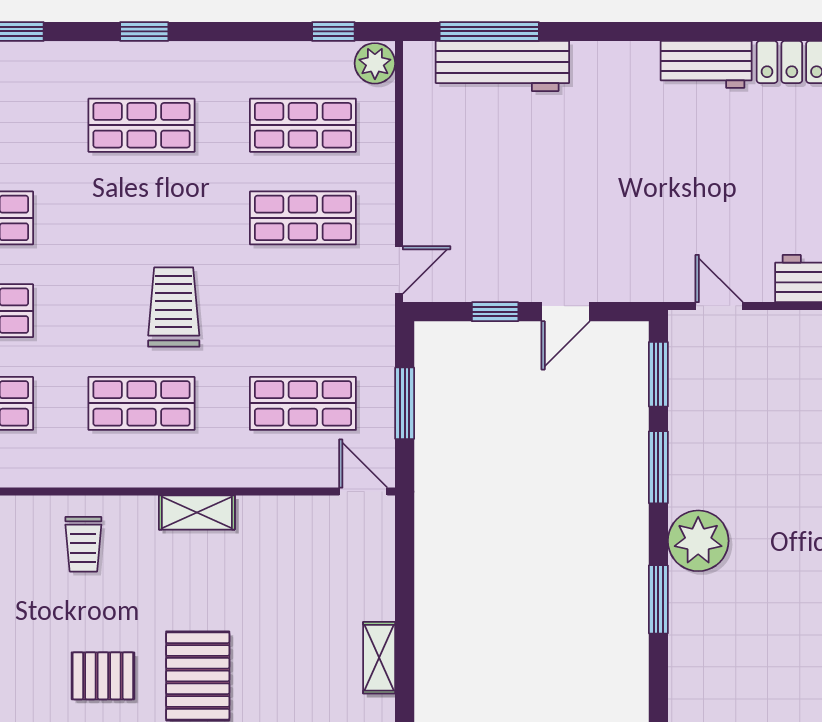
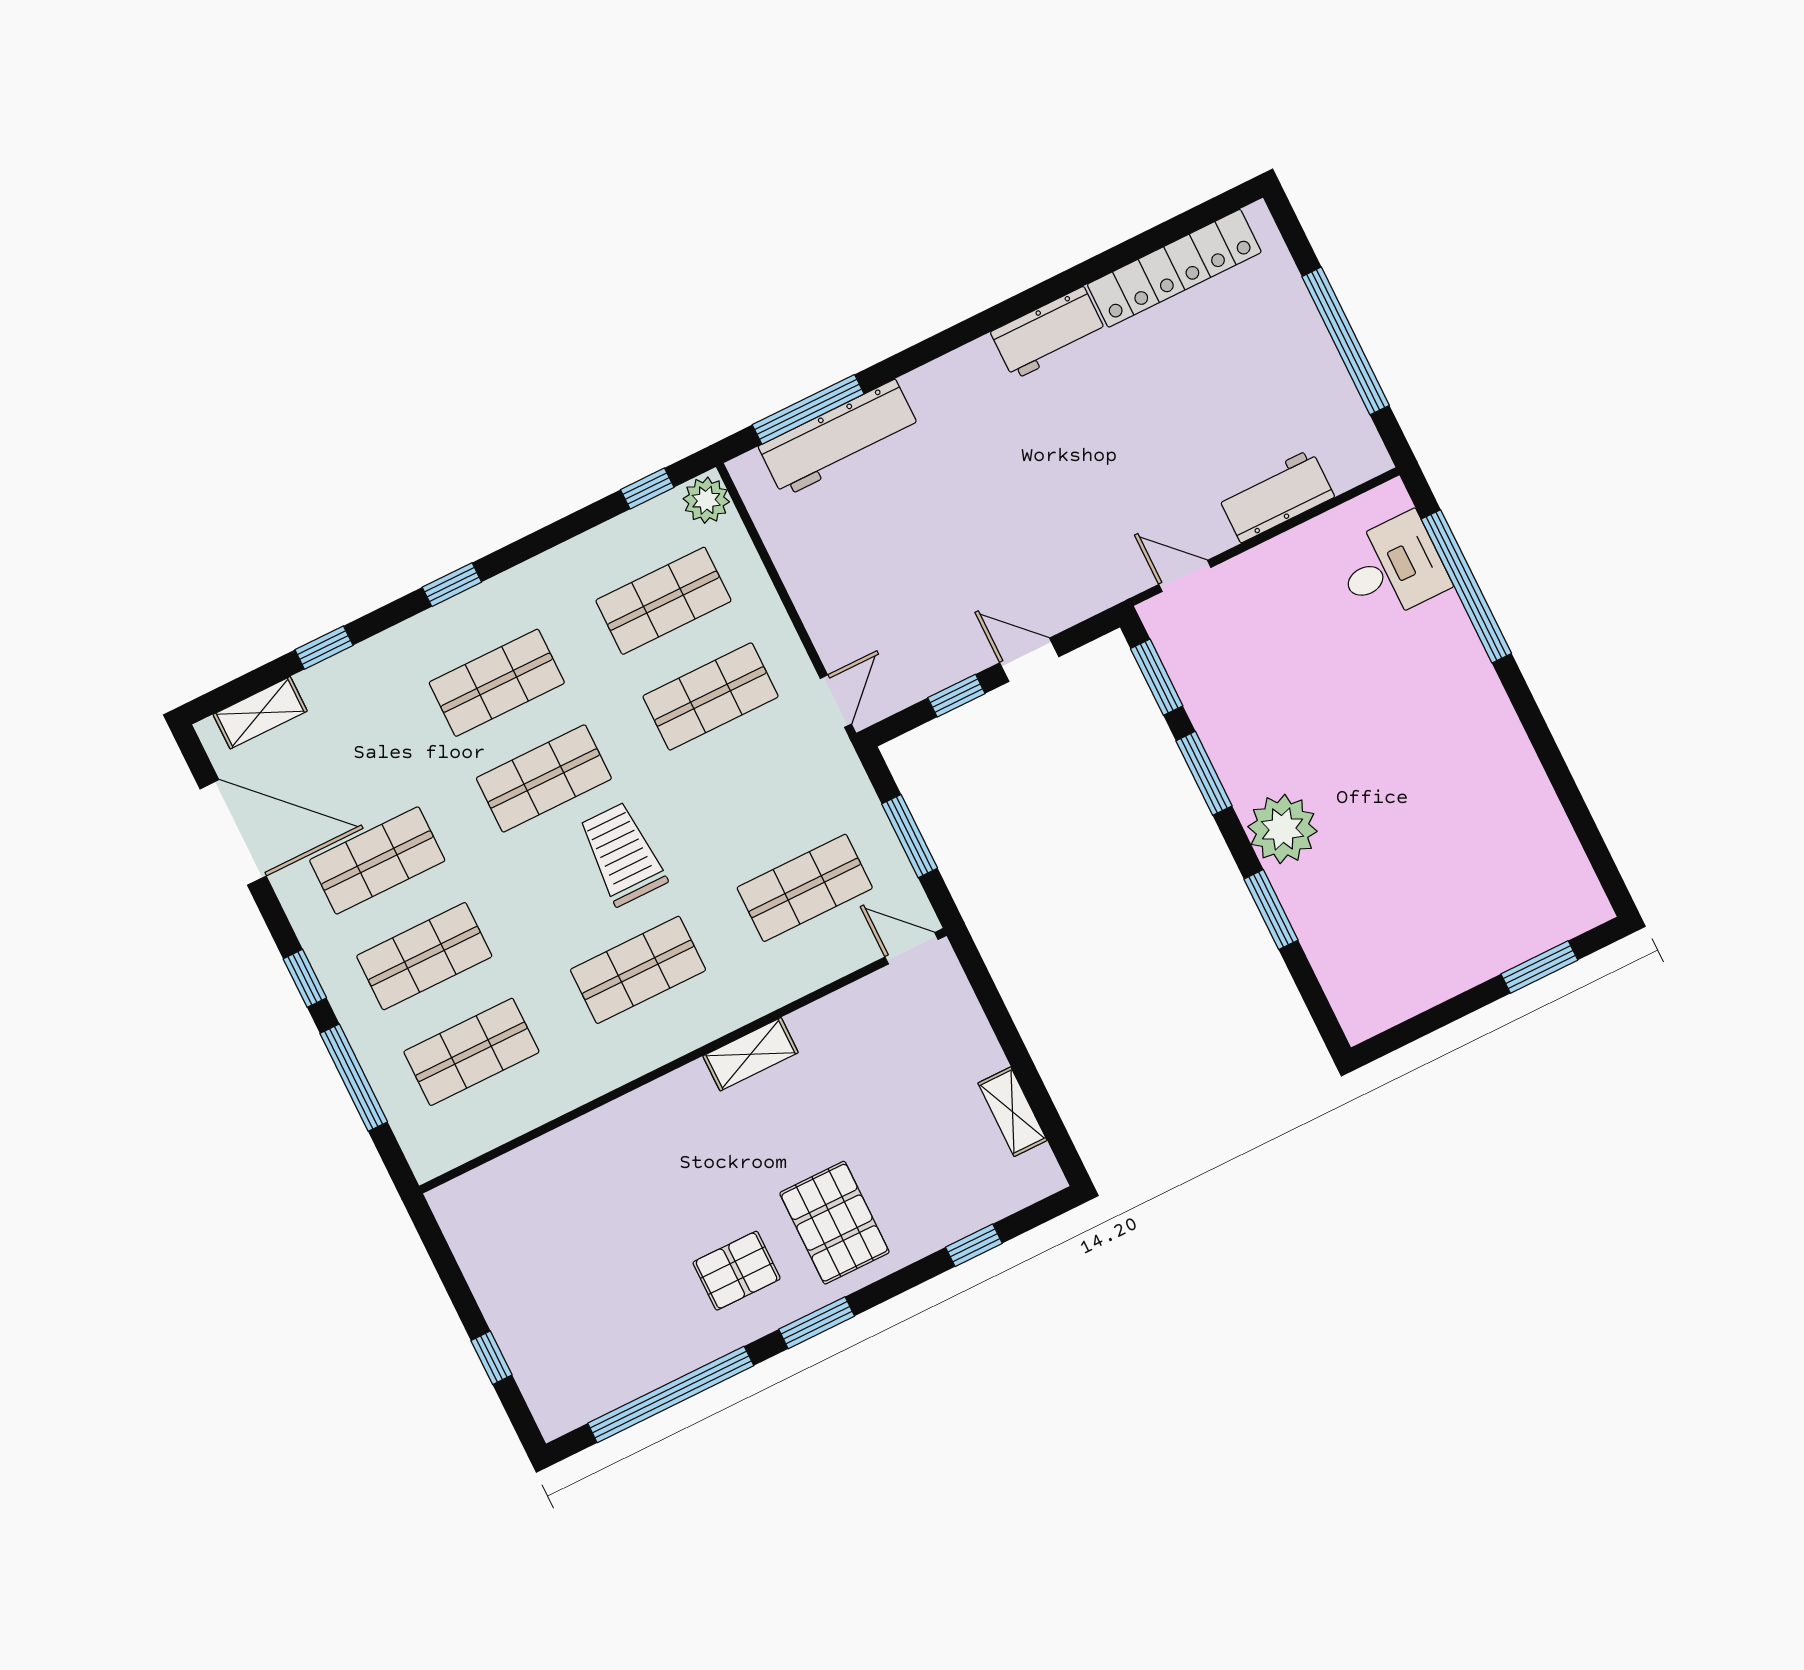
shop shelf: (142, 218) -> (544, 778), added
door: (566, 312) -> (1029, 660), swing flipped
trolley: (83, 544) -> (650, 1145), removed

